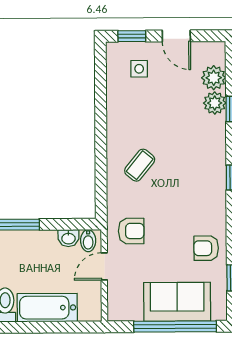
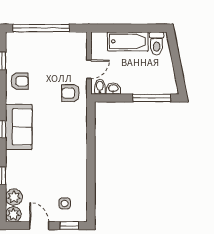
plant: (215, 103) -> (13, 214), moved
coffee table: (140, 165) -> (65, 138), removed
sofa: (177, 302) -> (19, 127), moved, turned -90

